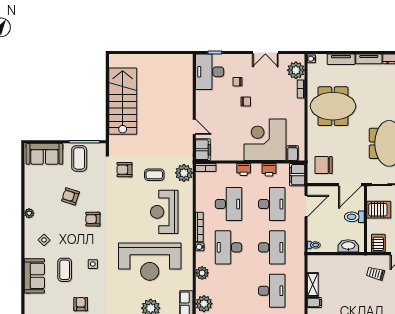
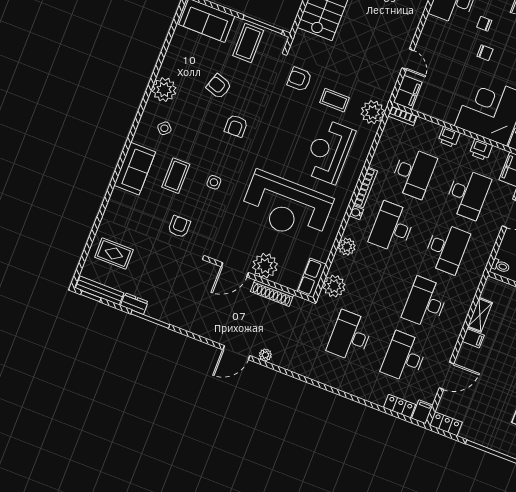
plant: (29, 213) -> (164, 90), width x1.87, depth x1.87
armchair: (93, 219) -> (236, 126), turned -91
desk: (272, 291) -> (425, 303), turned 180

